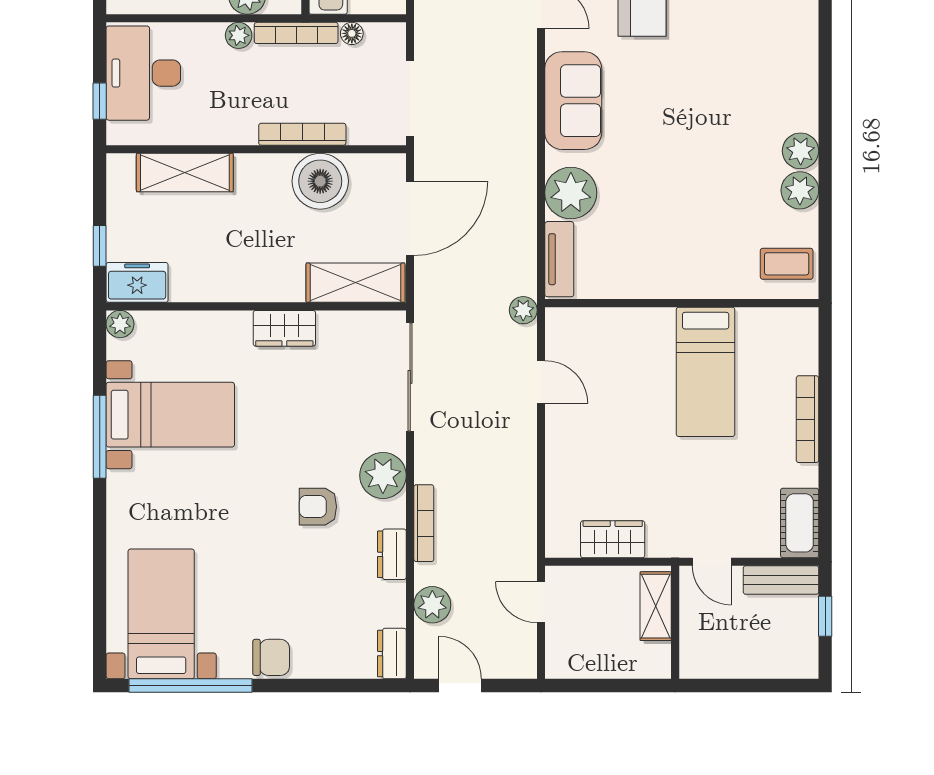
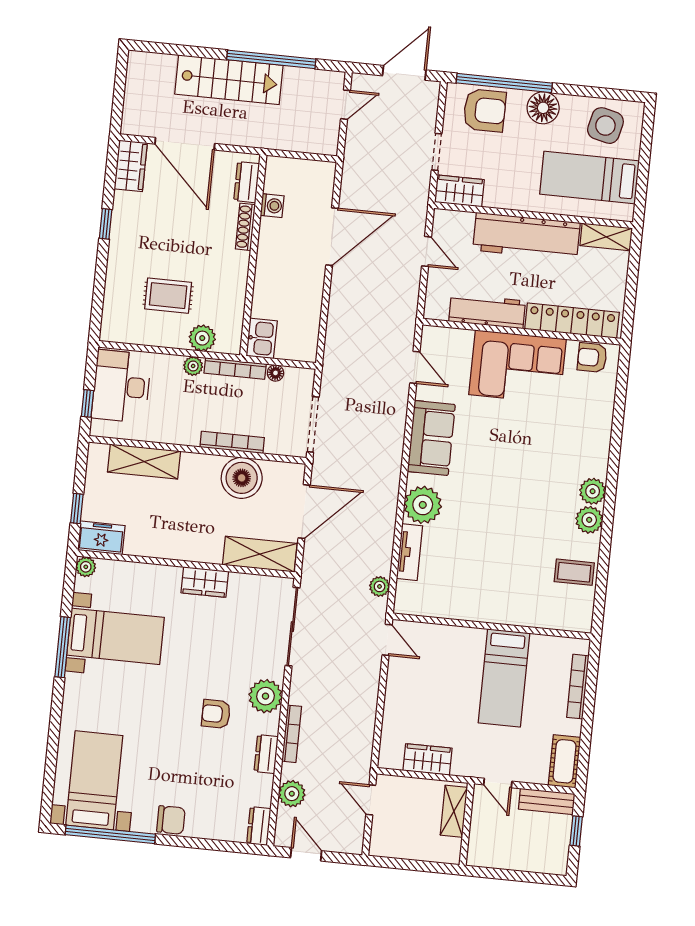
wall: (682, 303) -> (492, 626), moved
bed: (706, 372) -> (504, 678), moved

